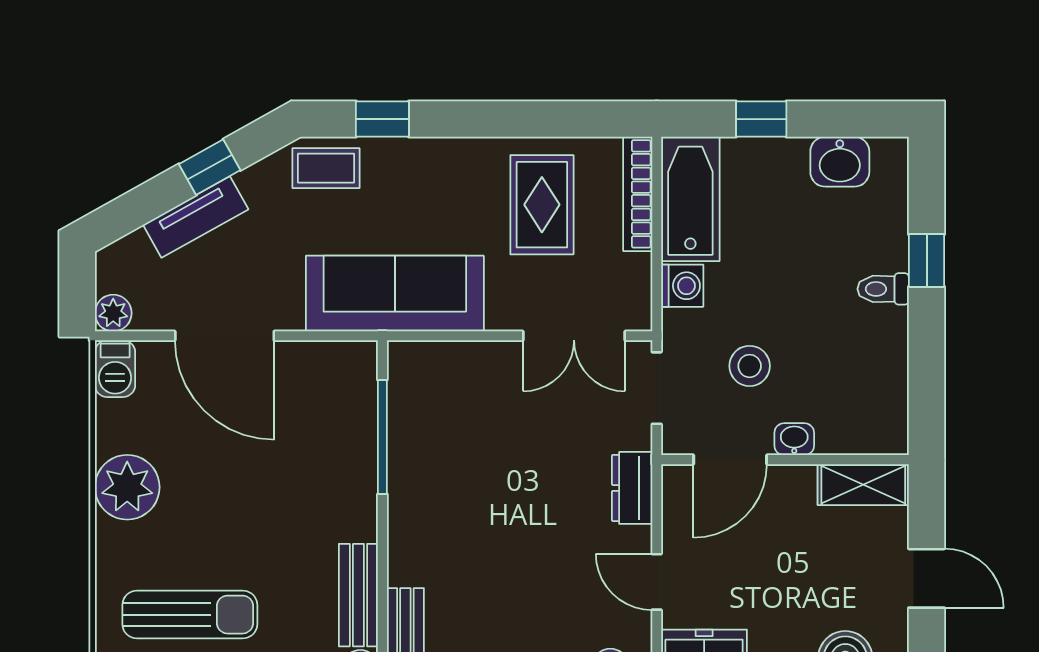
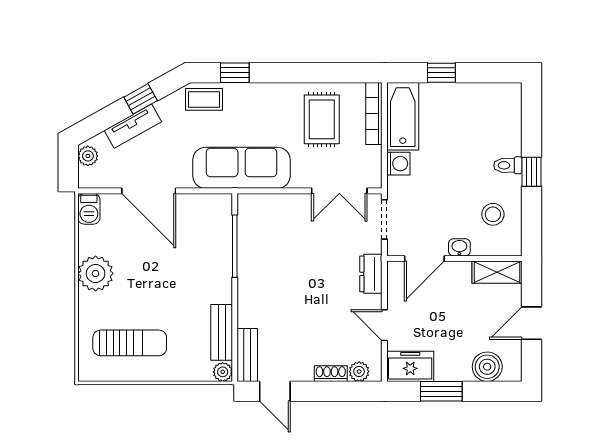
washbasin: (840, 162) -> (484, 96), removed
window: (927, 260) -> (532, 172), moved
plant: (113, 313) -> (88, 156), moved
stool: (750, 366) -> (493, 214), moved
door: (927, 578) -> (532, 323), swing flipped

